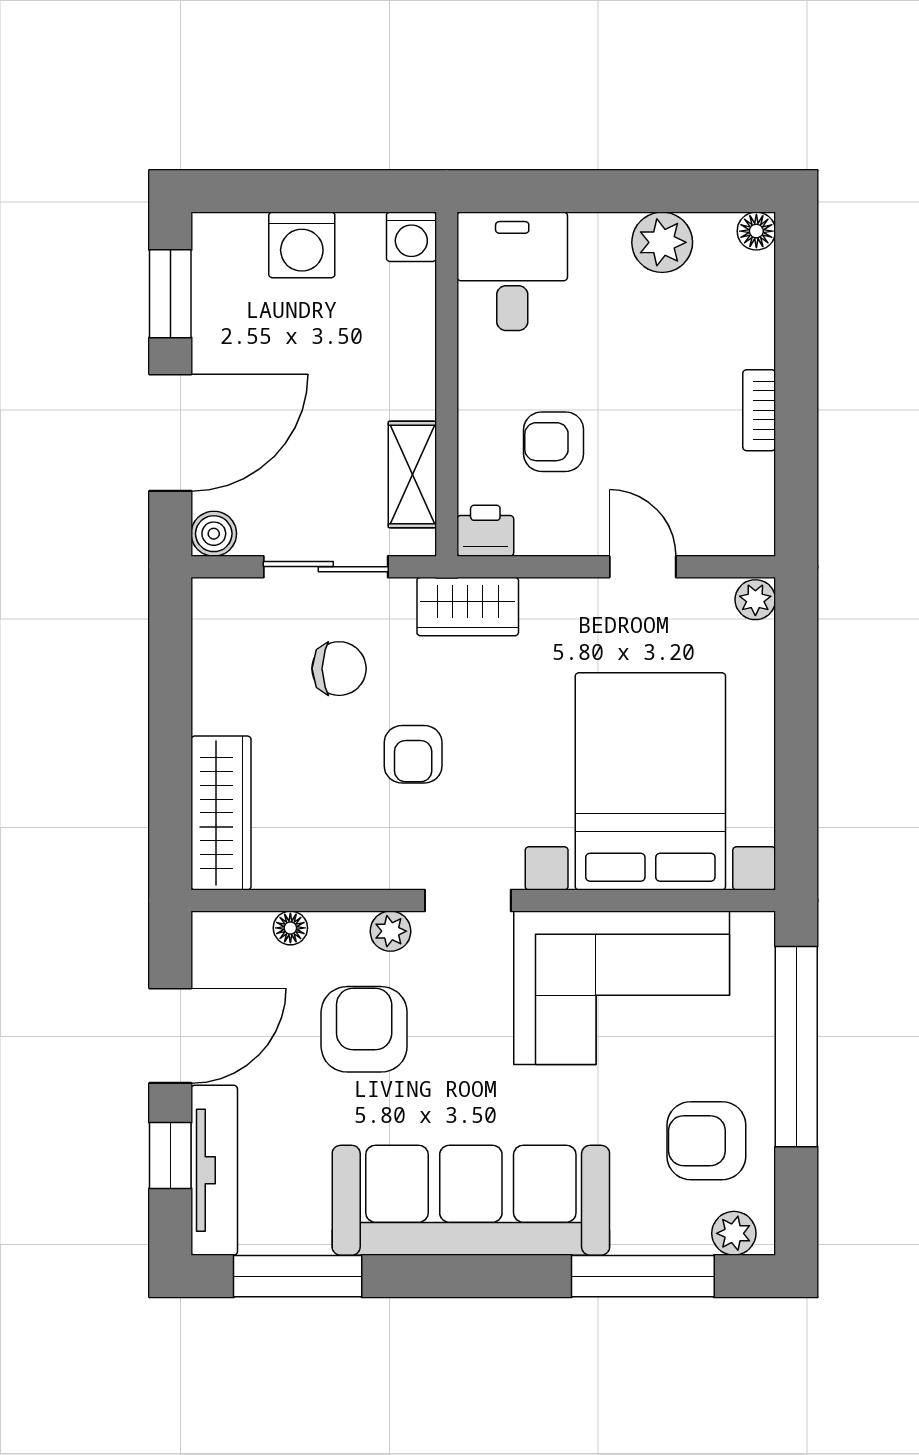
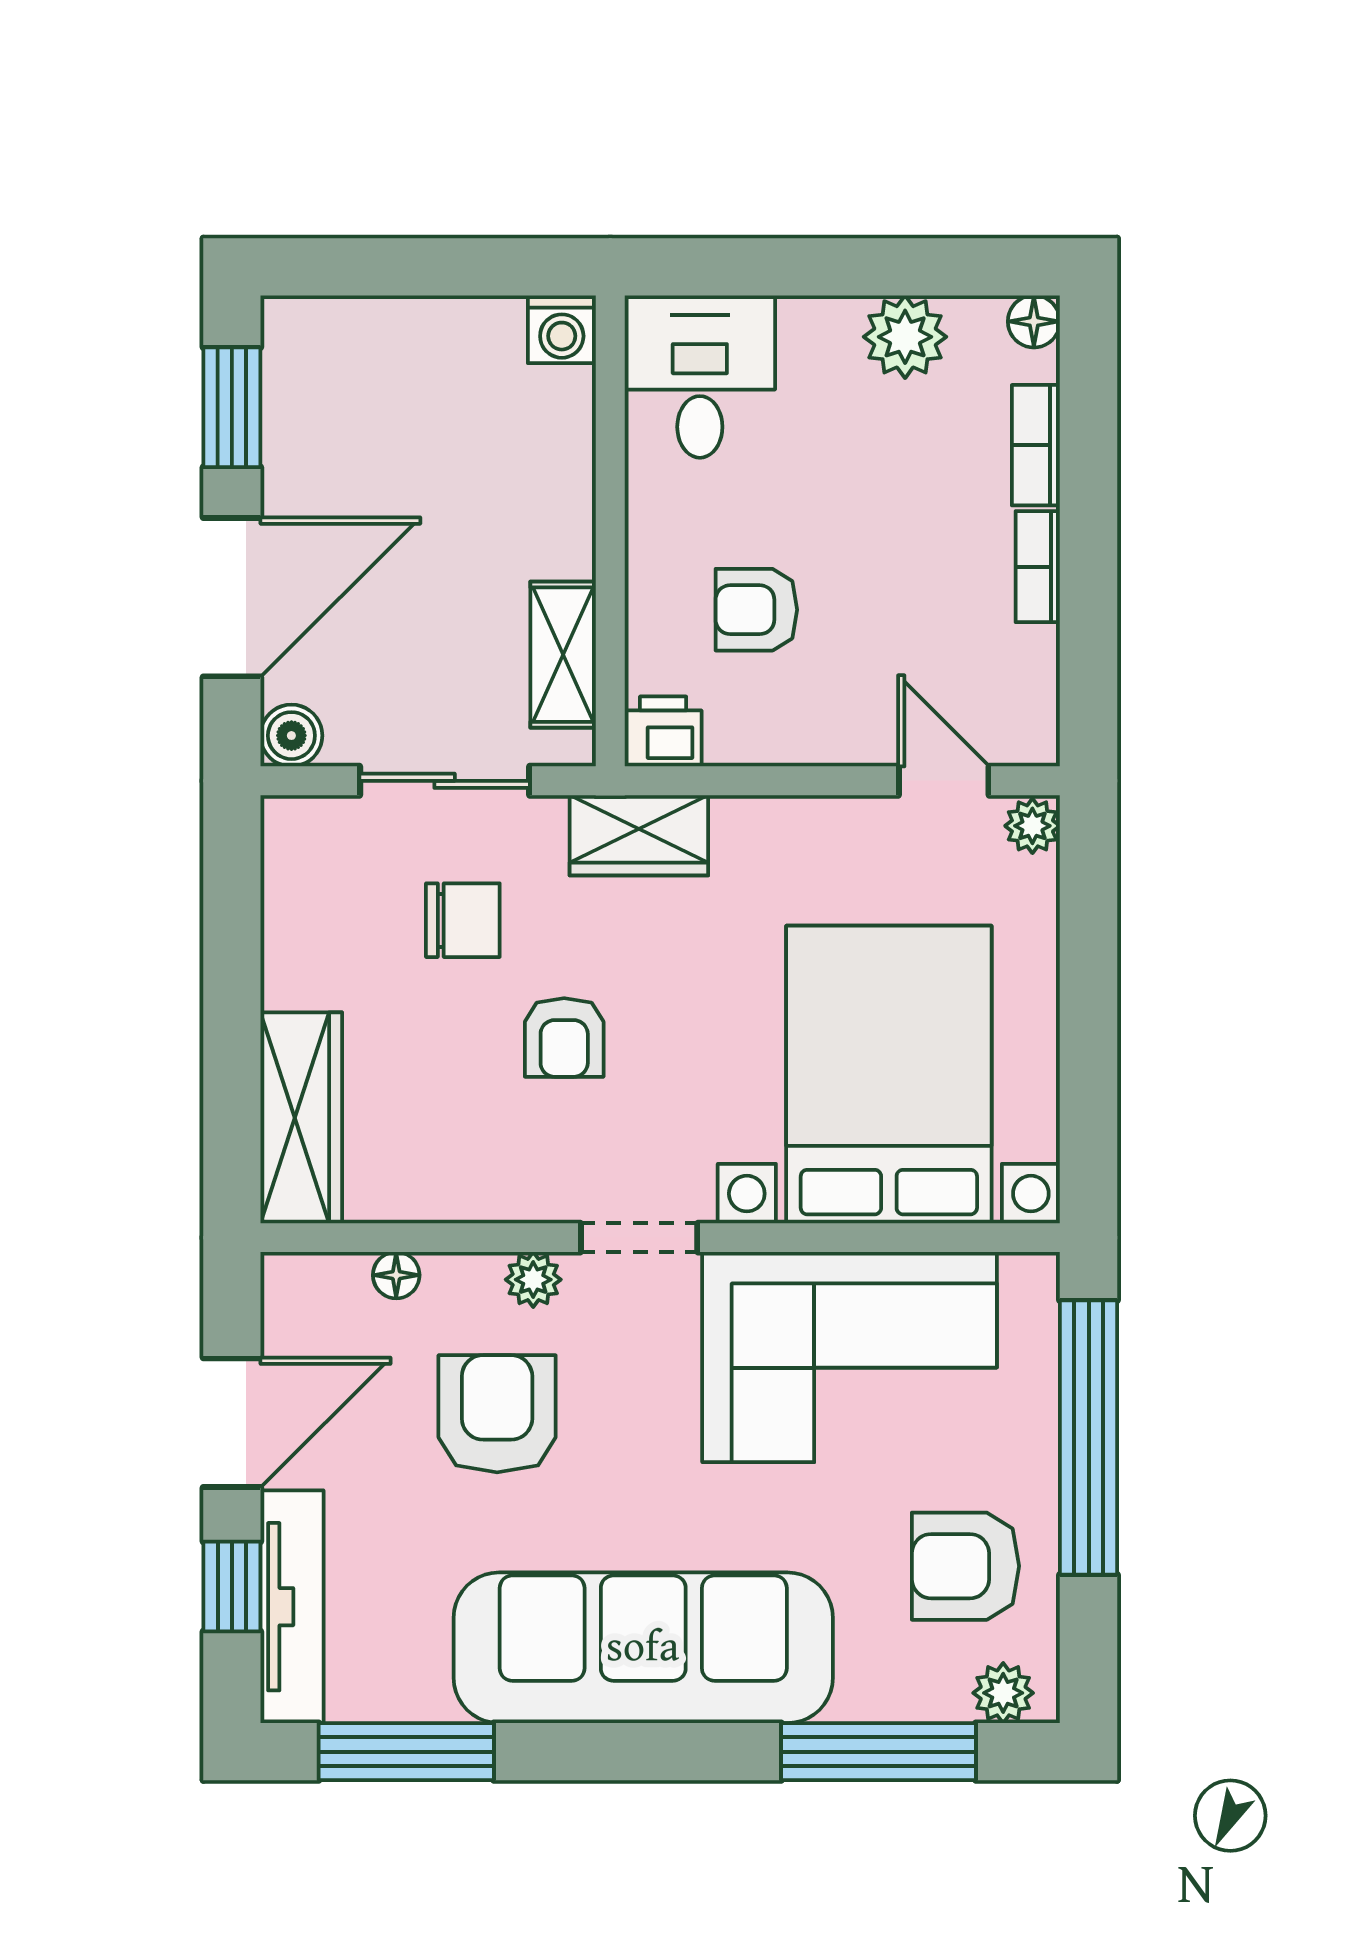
washing machine: (302, 245) -> (412, 340), removed
bookcase: (758, 321) -> (1036, 445), added
door: (643, 567) -> (944, 781), moved

